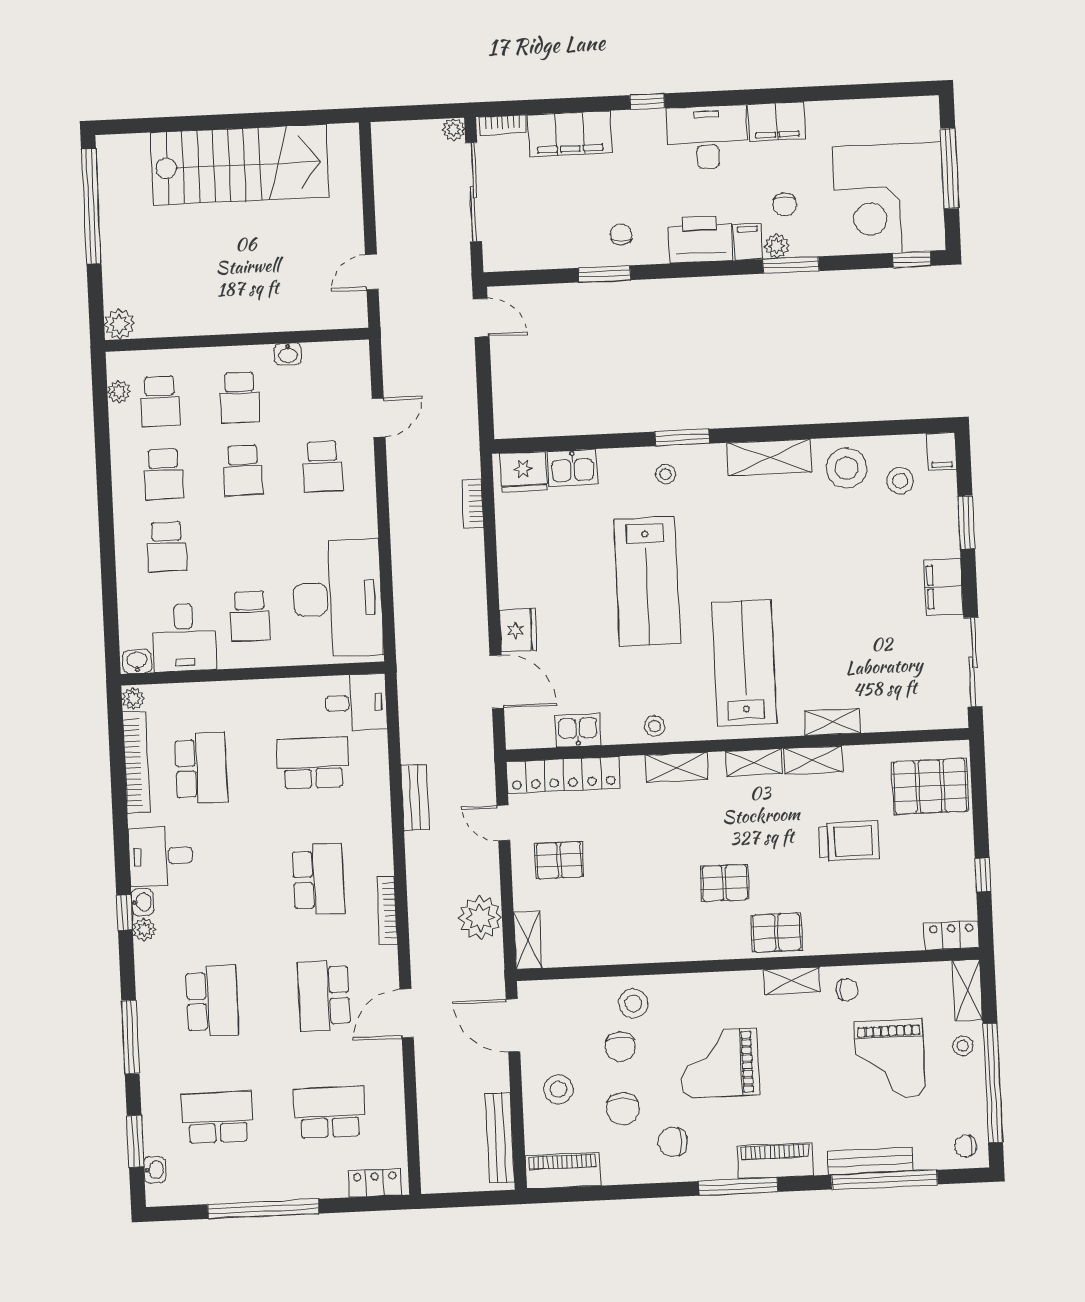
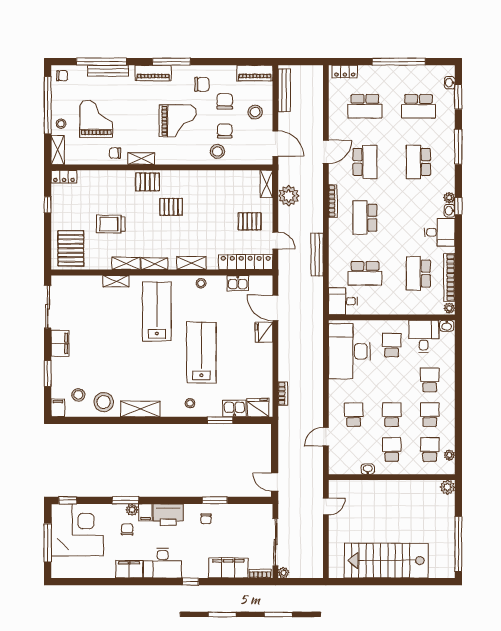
window: (682, 438) -> (220, 420), moved
lab bench: (744, 663) -> (157, 311), turned 180
pallet: (930, 786) -> (71, 248), turned 90
bench: (415, 797) -> (317, 255), width x1.36

